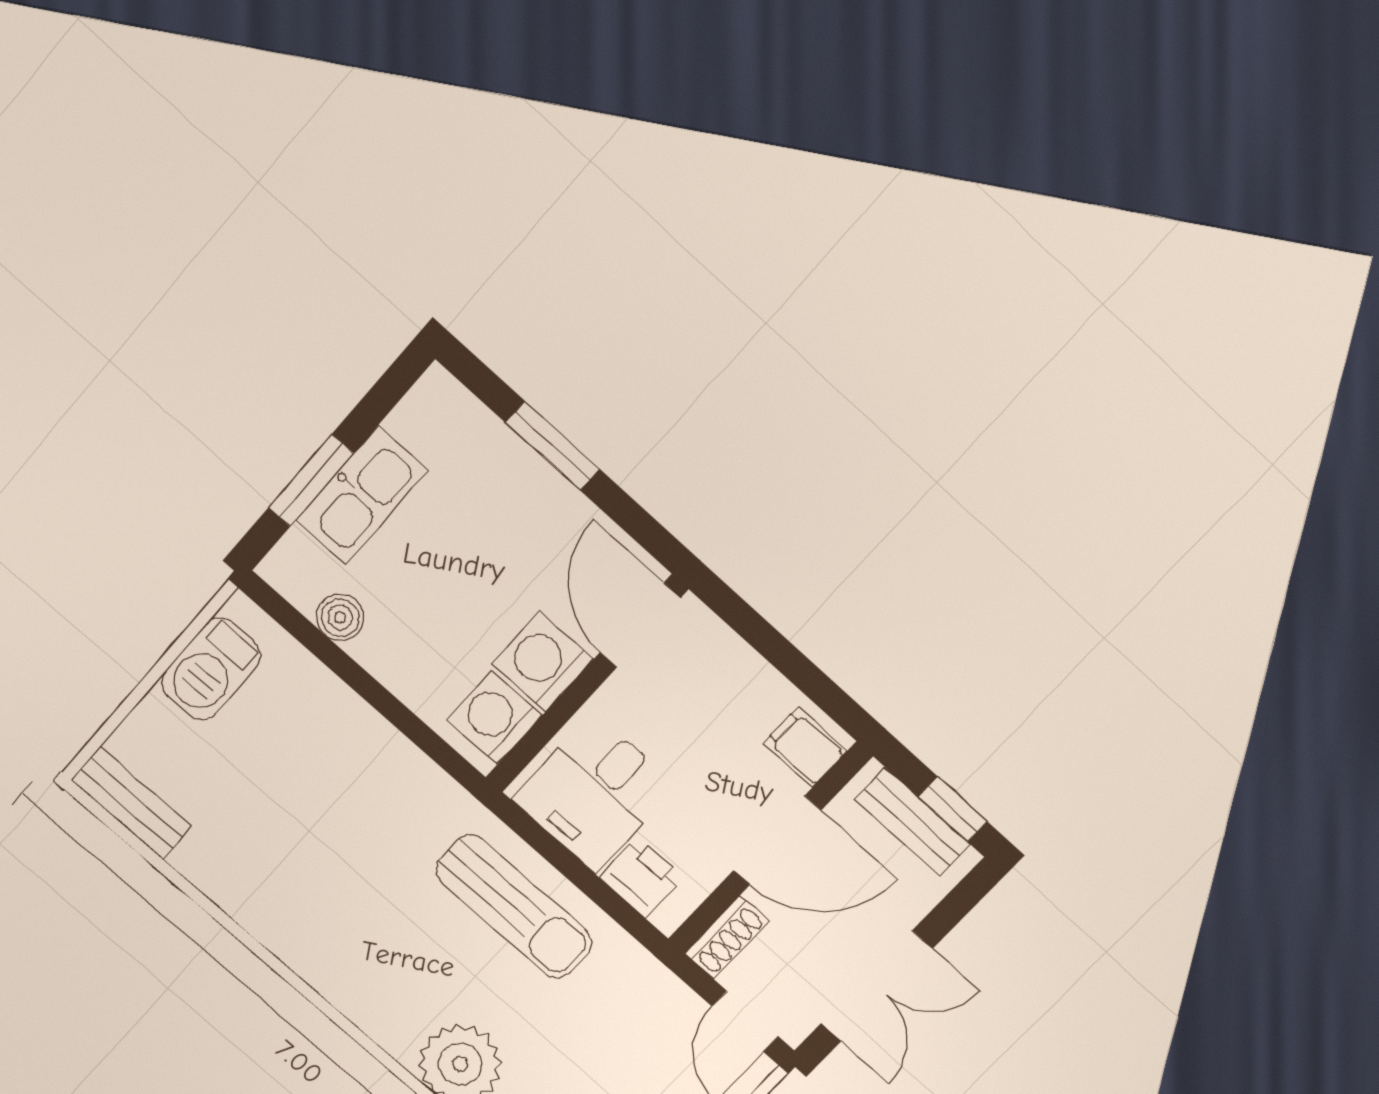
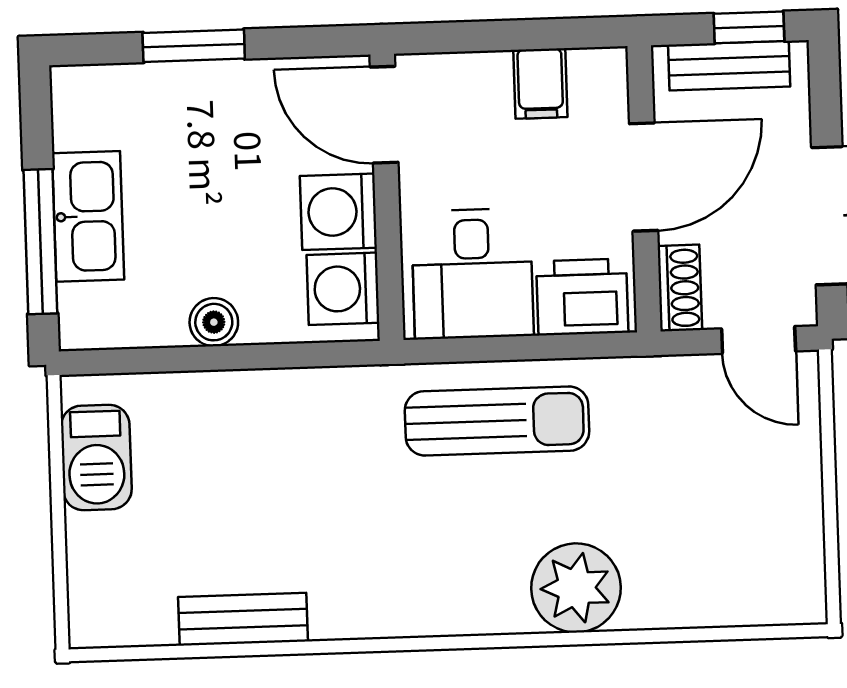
window: (311, 480) -> (40, 242), width x1.44
boiler: (340, 617) -> (214, 322), moved
filing cabinet: (805, 747) -> (540, 83), moved, turned -90
bench: (132, 803) -> (243, 619), moved
printer: (641, 877) -> (582, 297), width x1.36, depth x1.24

